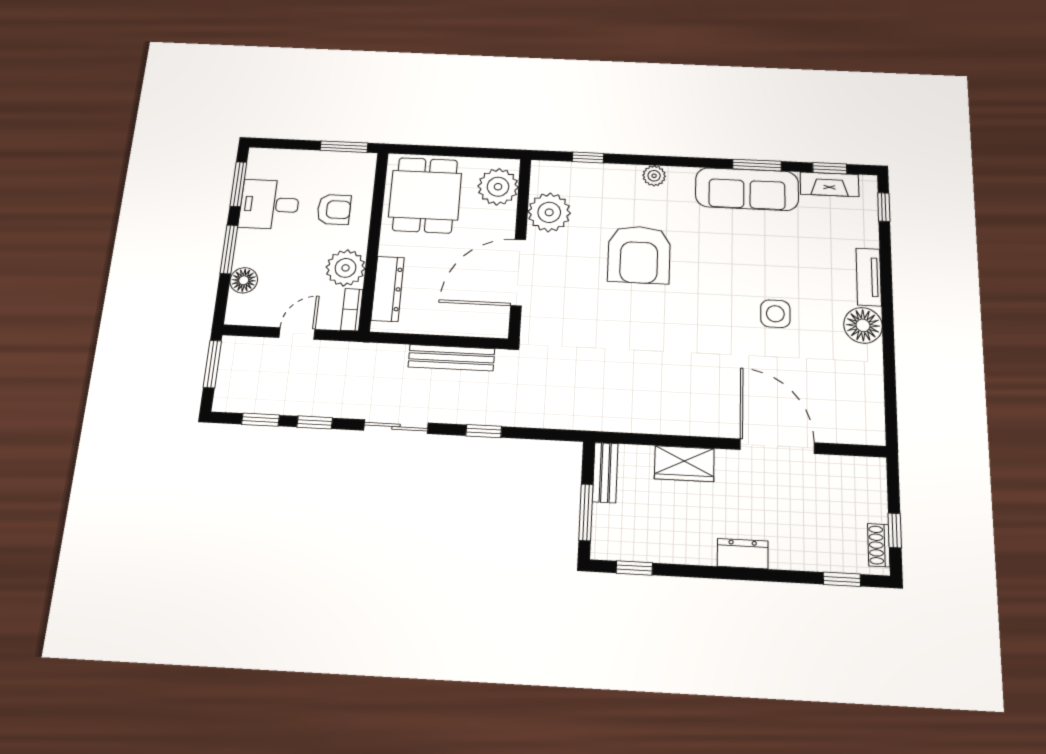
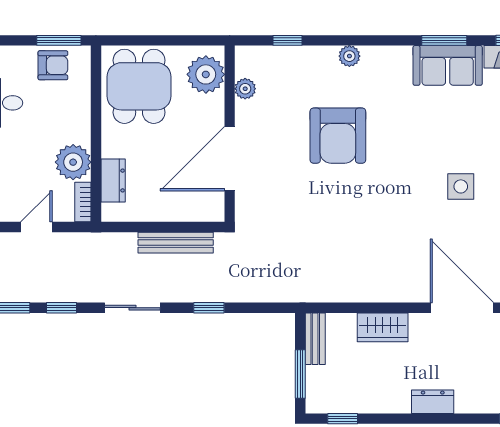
sofa: (747, 189) -> (448, 65), width x0.73
armchair: (334, 209) -> (53, 65), moved
plant: (549, 212) -> (245, 89), width x0.53, depth x0.53
dresser: (388, 289) -> (113, 180), width x0.70

